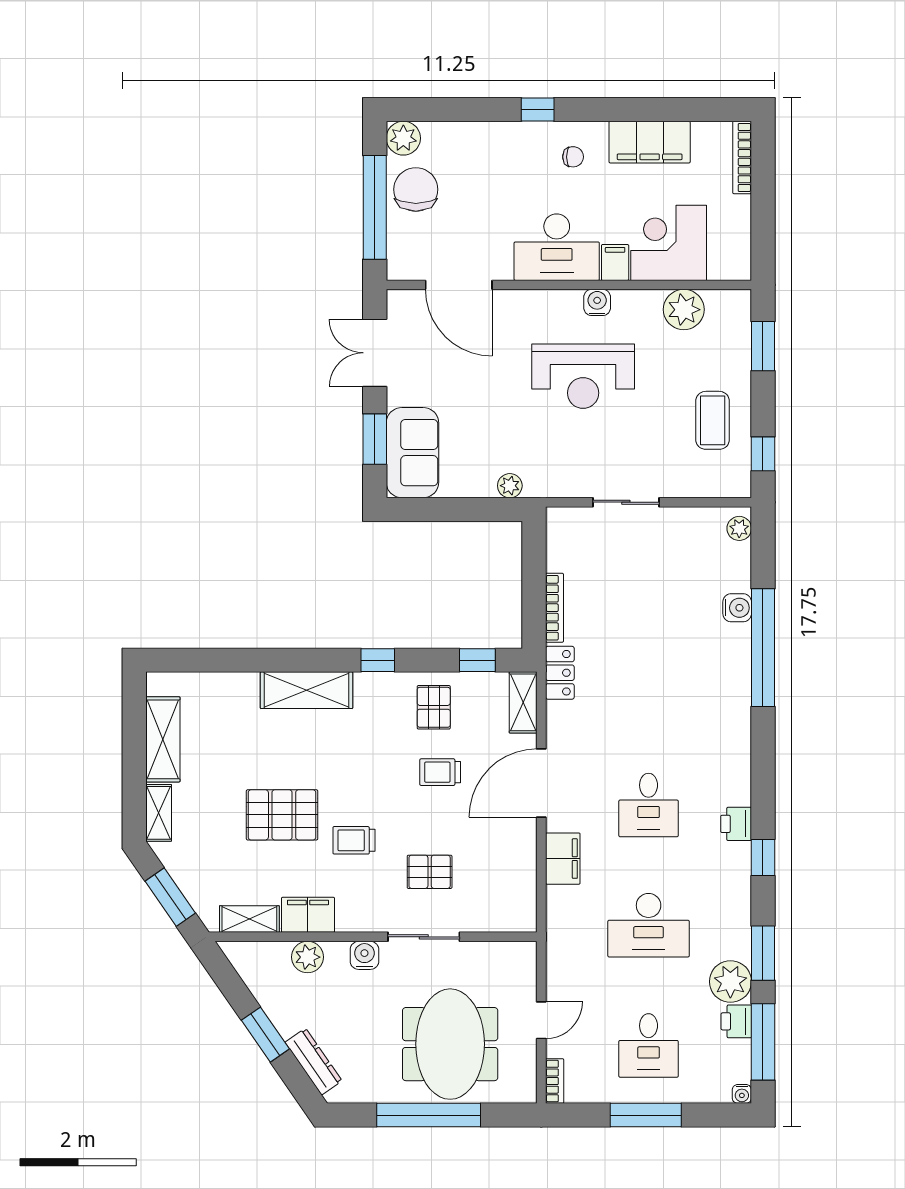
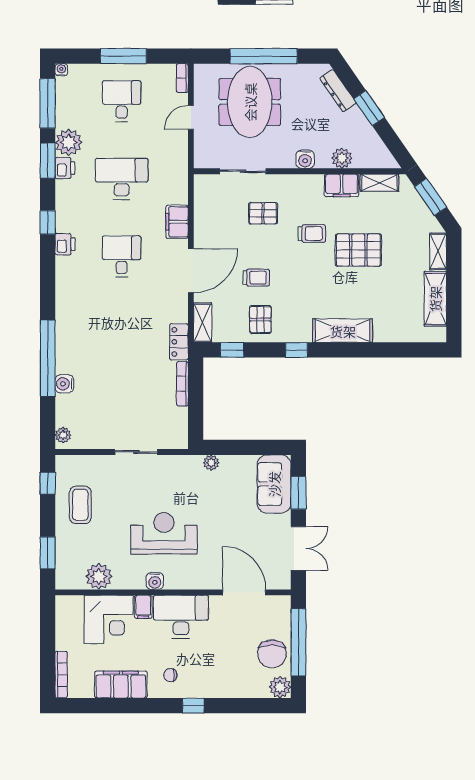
sliding door: (424, 937) -> (243, 171), moved
printer: (736, 1021) -> (65, 168), moved

